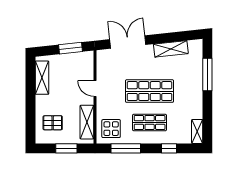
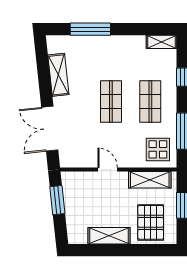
shelving: (42, 78) -> (109, 236), moved
door: (95, 88) -> (108, 170), swing flipped
shop shelf: (150, 91) -> (111, 101), width x0.70, depth x0.74
pallet: (53, 123) -> (151, 222), width x1.50, depth x1.42

